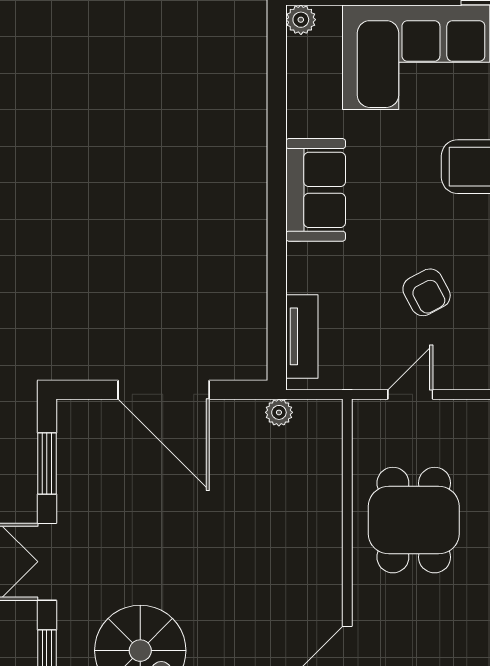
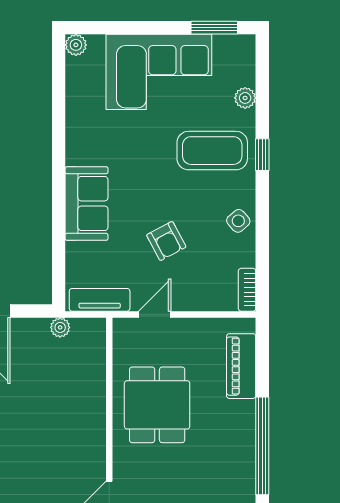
sofa: (316, 190) -> (87, 204), moved
tv unit: (302, 336) -> (100, 300), moved, turned -90

